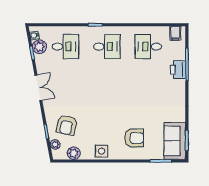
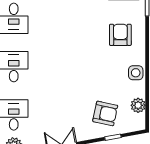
plant: (55, 144) -> (128, 127), removed

